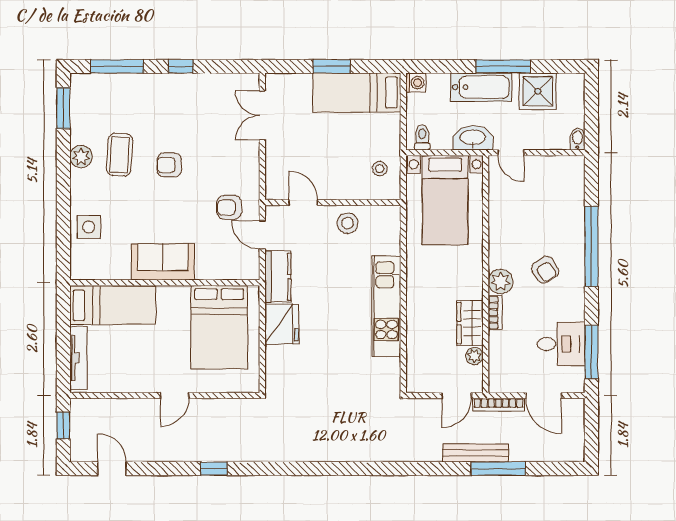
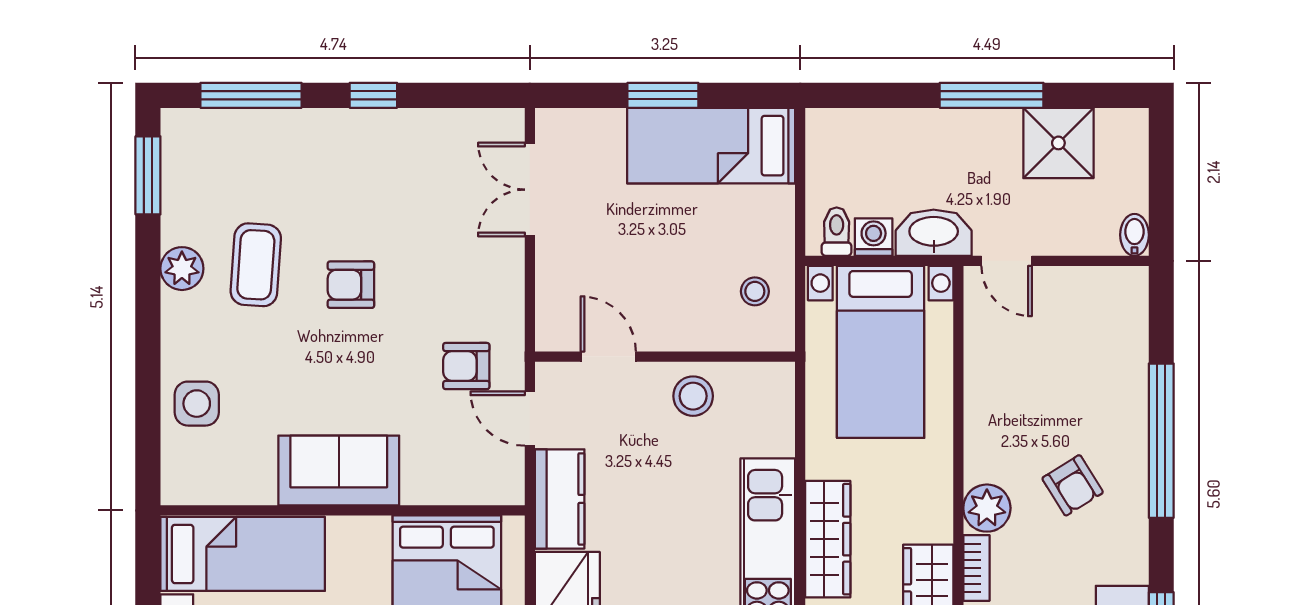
washing machine: (416, 83) -> (874, 237), moved, turned -90
bathtub: (481, 87) -> (950, 135), removed
wardrobe: (418, 298) -> (828, 539), added

